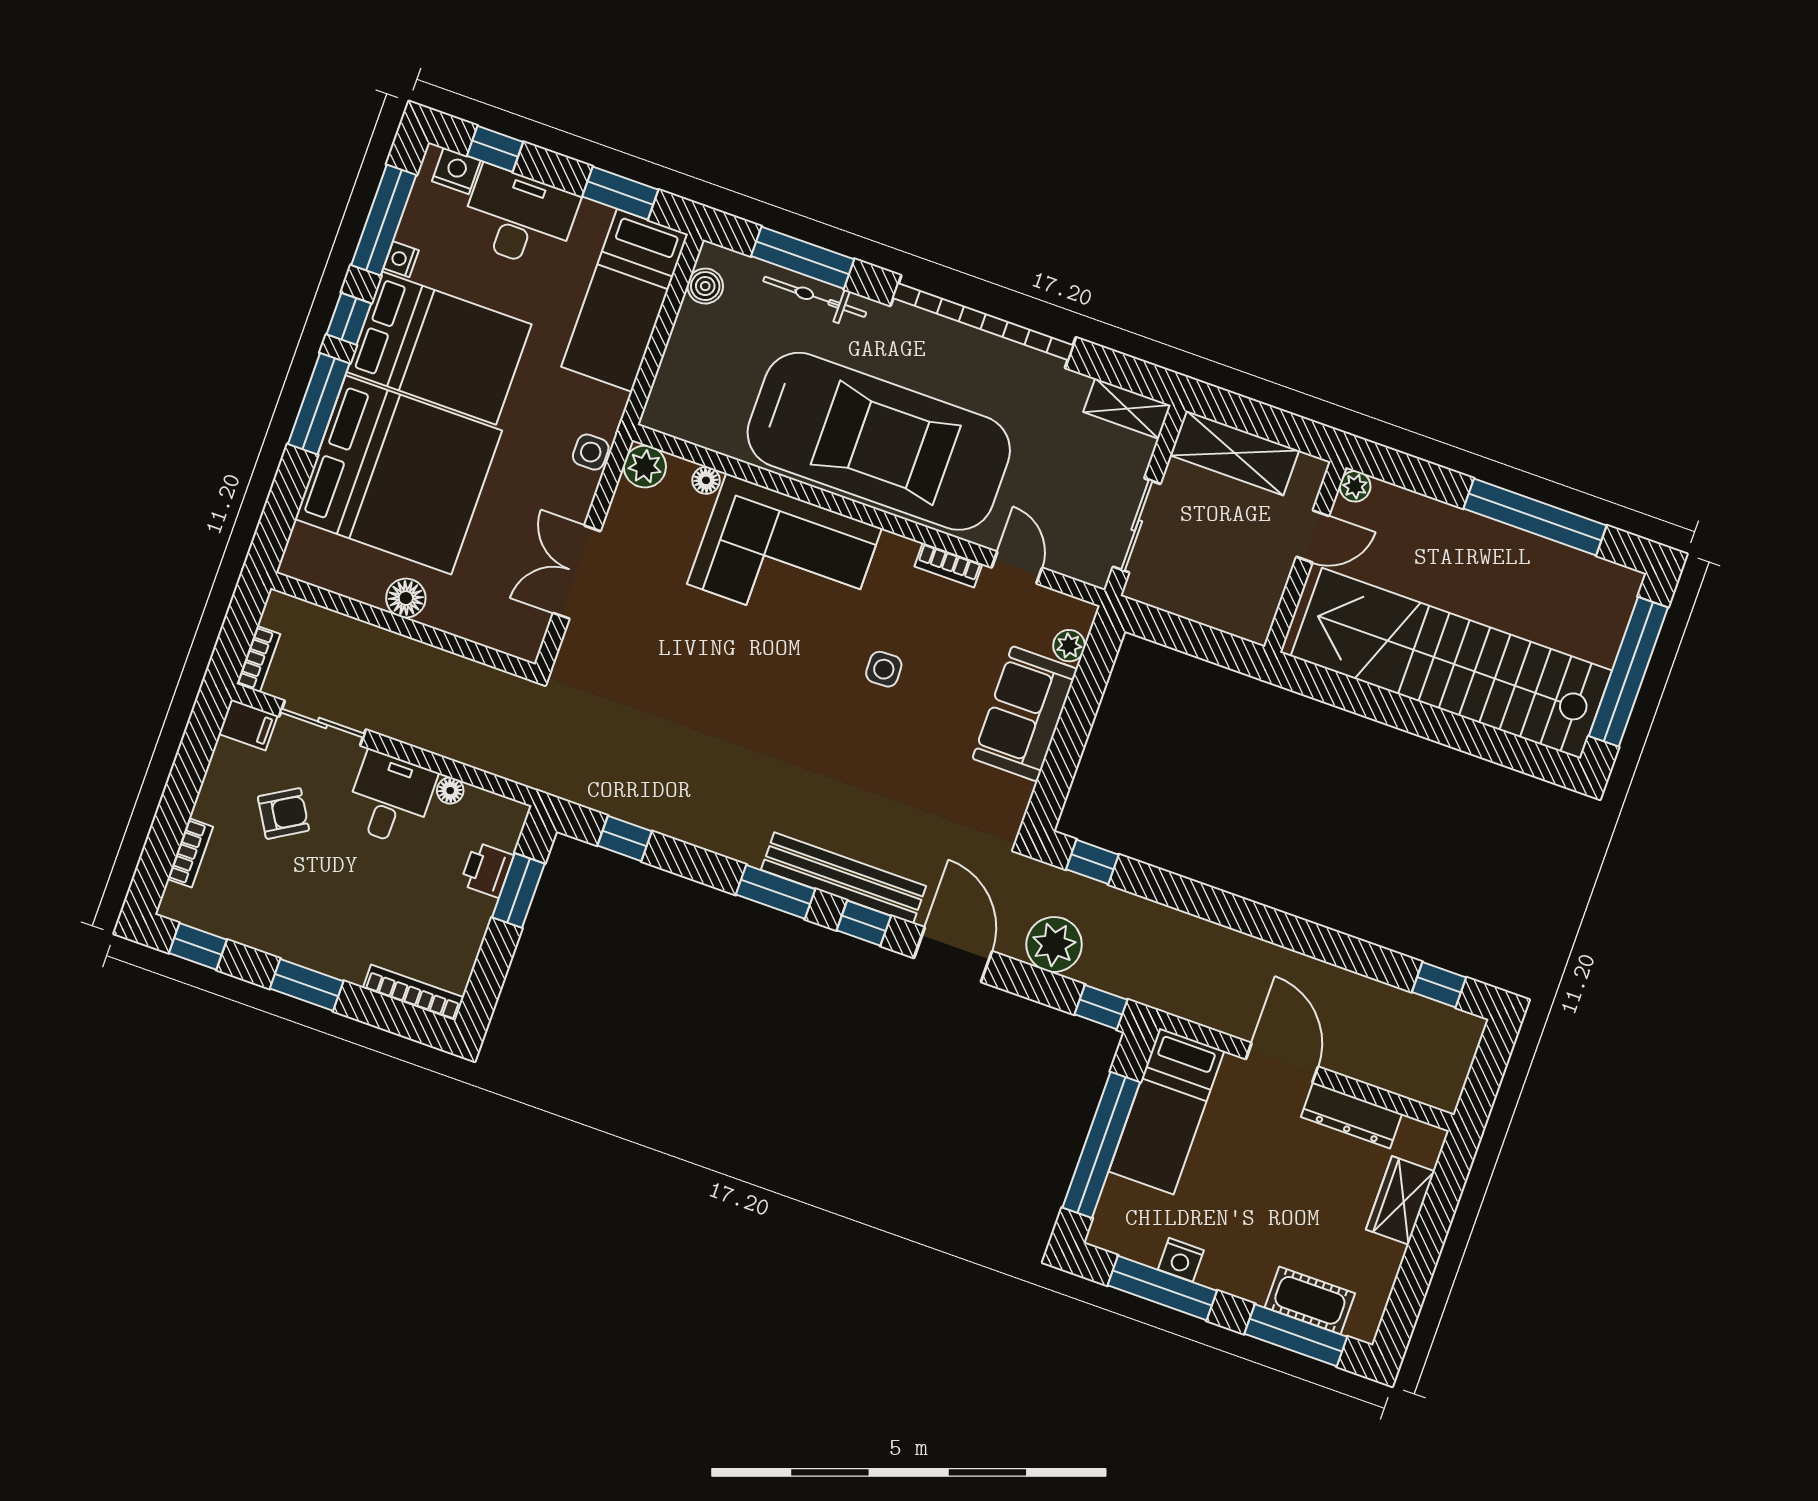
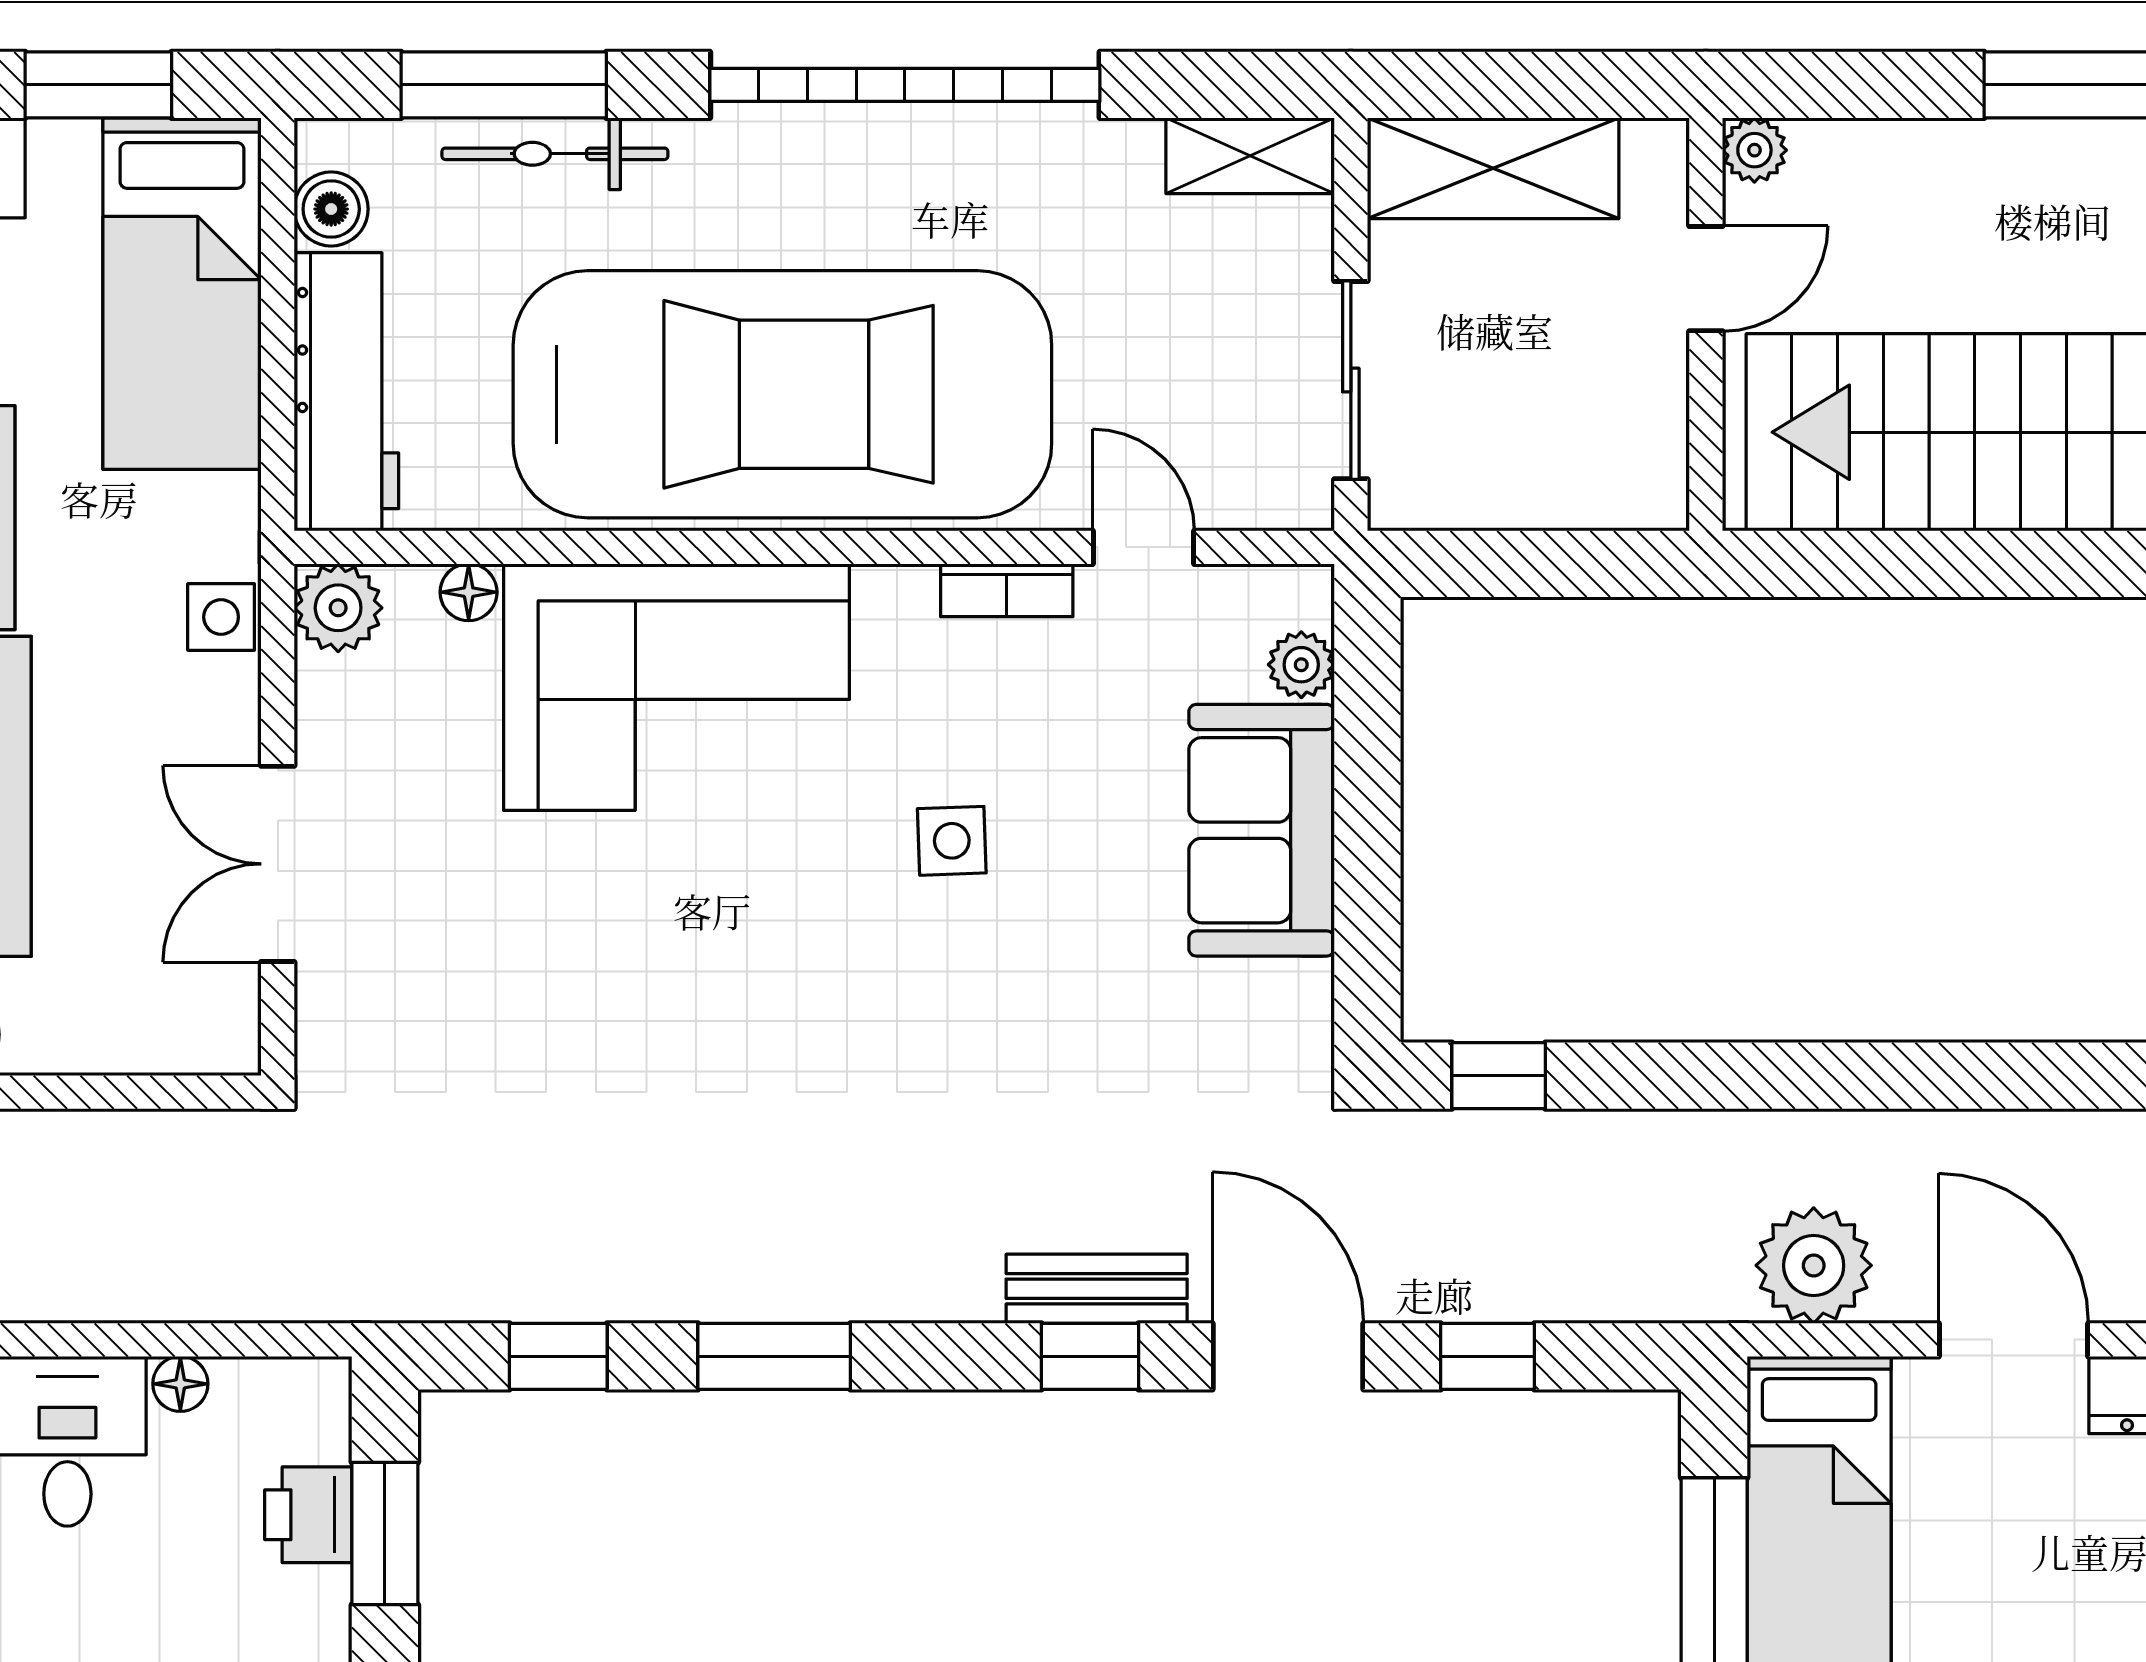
workbench: (683, 371) -> (346, 392), added
bench: (844, 878) -> (1097, 1289), width x0.54, depth x0.82
window: (775, 892) -> (774, 1356), moved
plant: (1054, 944) -> (1814, 1265), moved
window: (1101, 1007) -> (1487, 1356), moved

